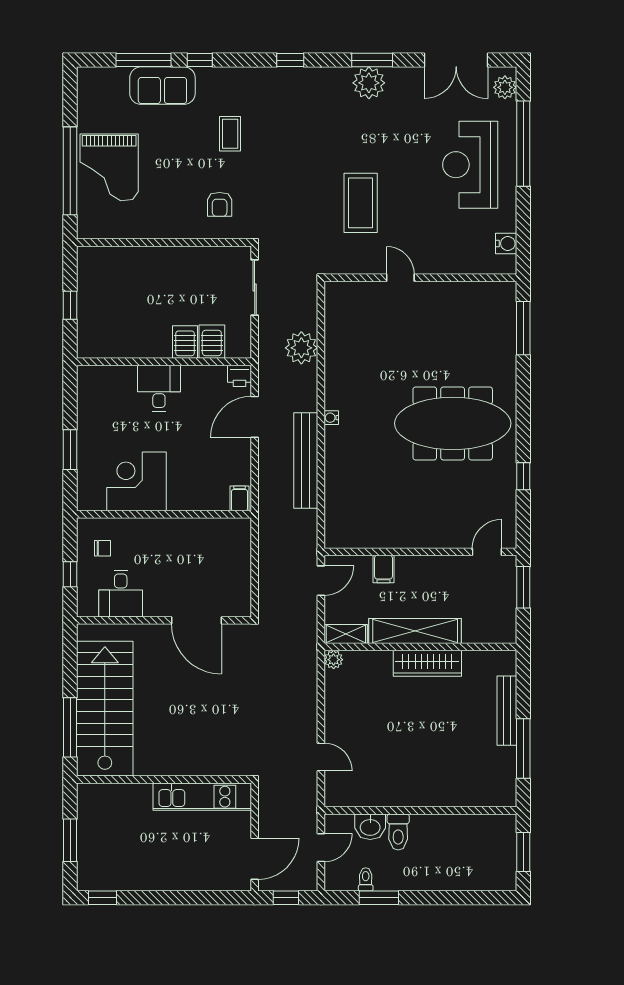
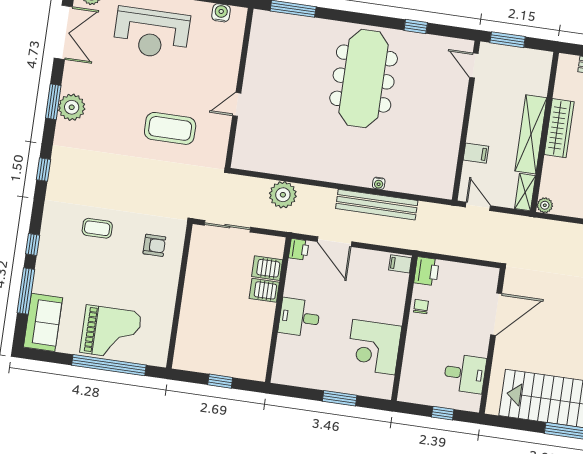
sofa: (162, 86) -> (43, 322), moved
water cooler: (331, 418) -> (379, 183), moved
printer: (235, 531) -> (427, 271), added
chair: (103, 548) -> (421, 307), moved

